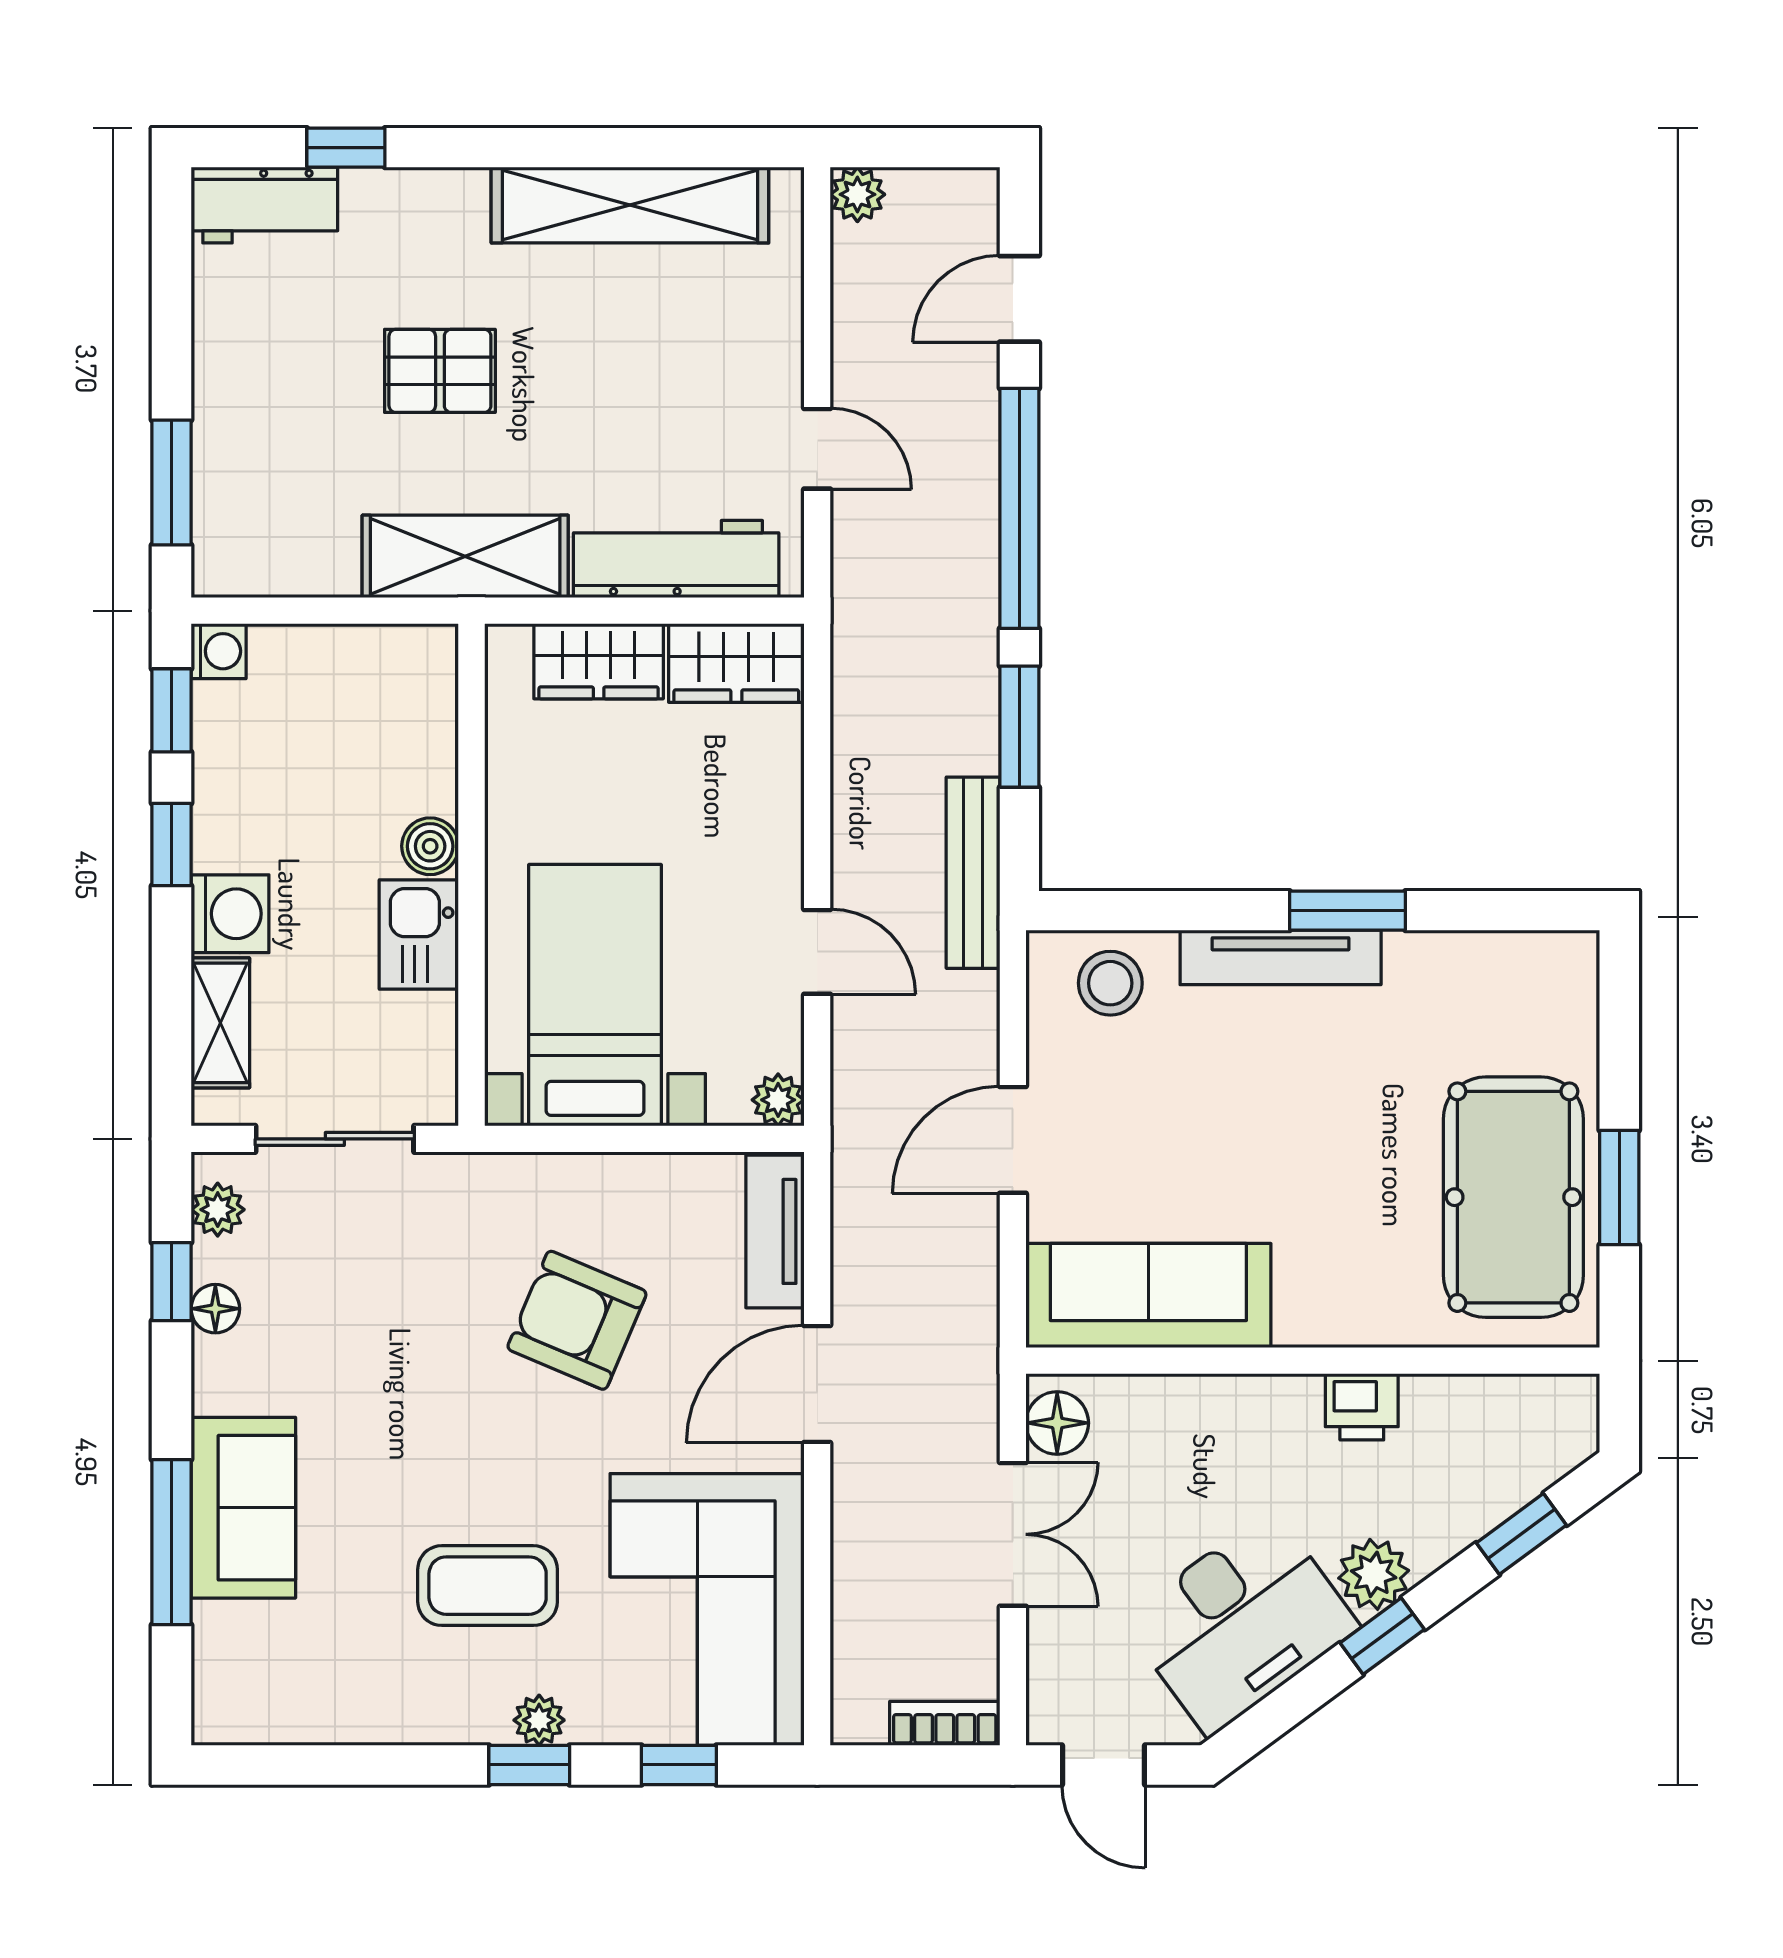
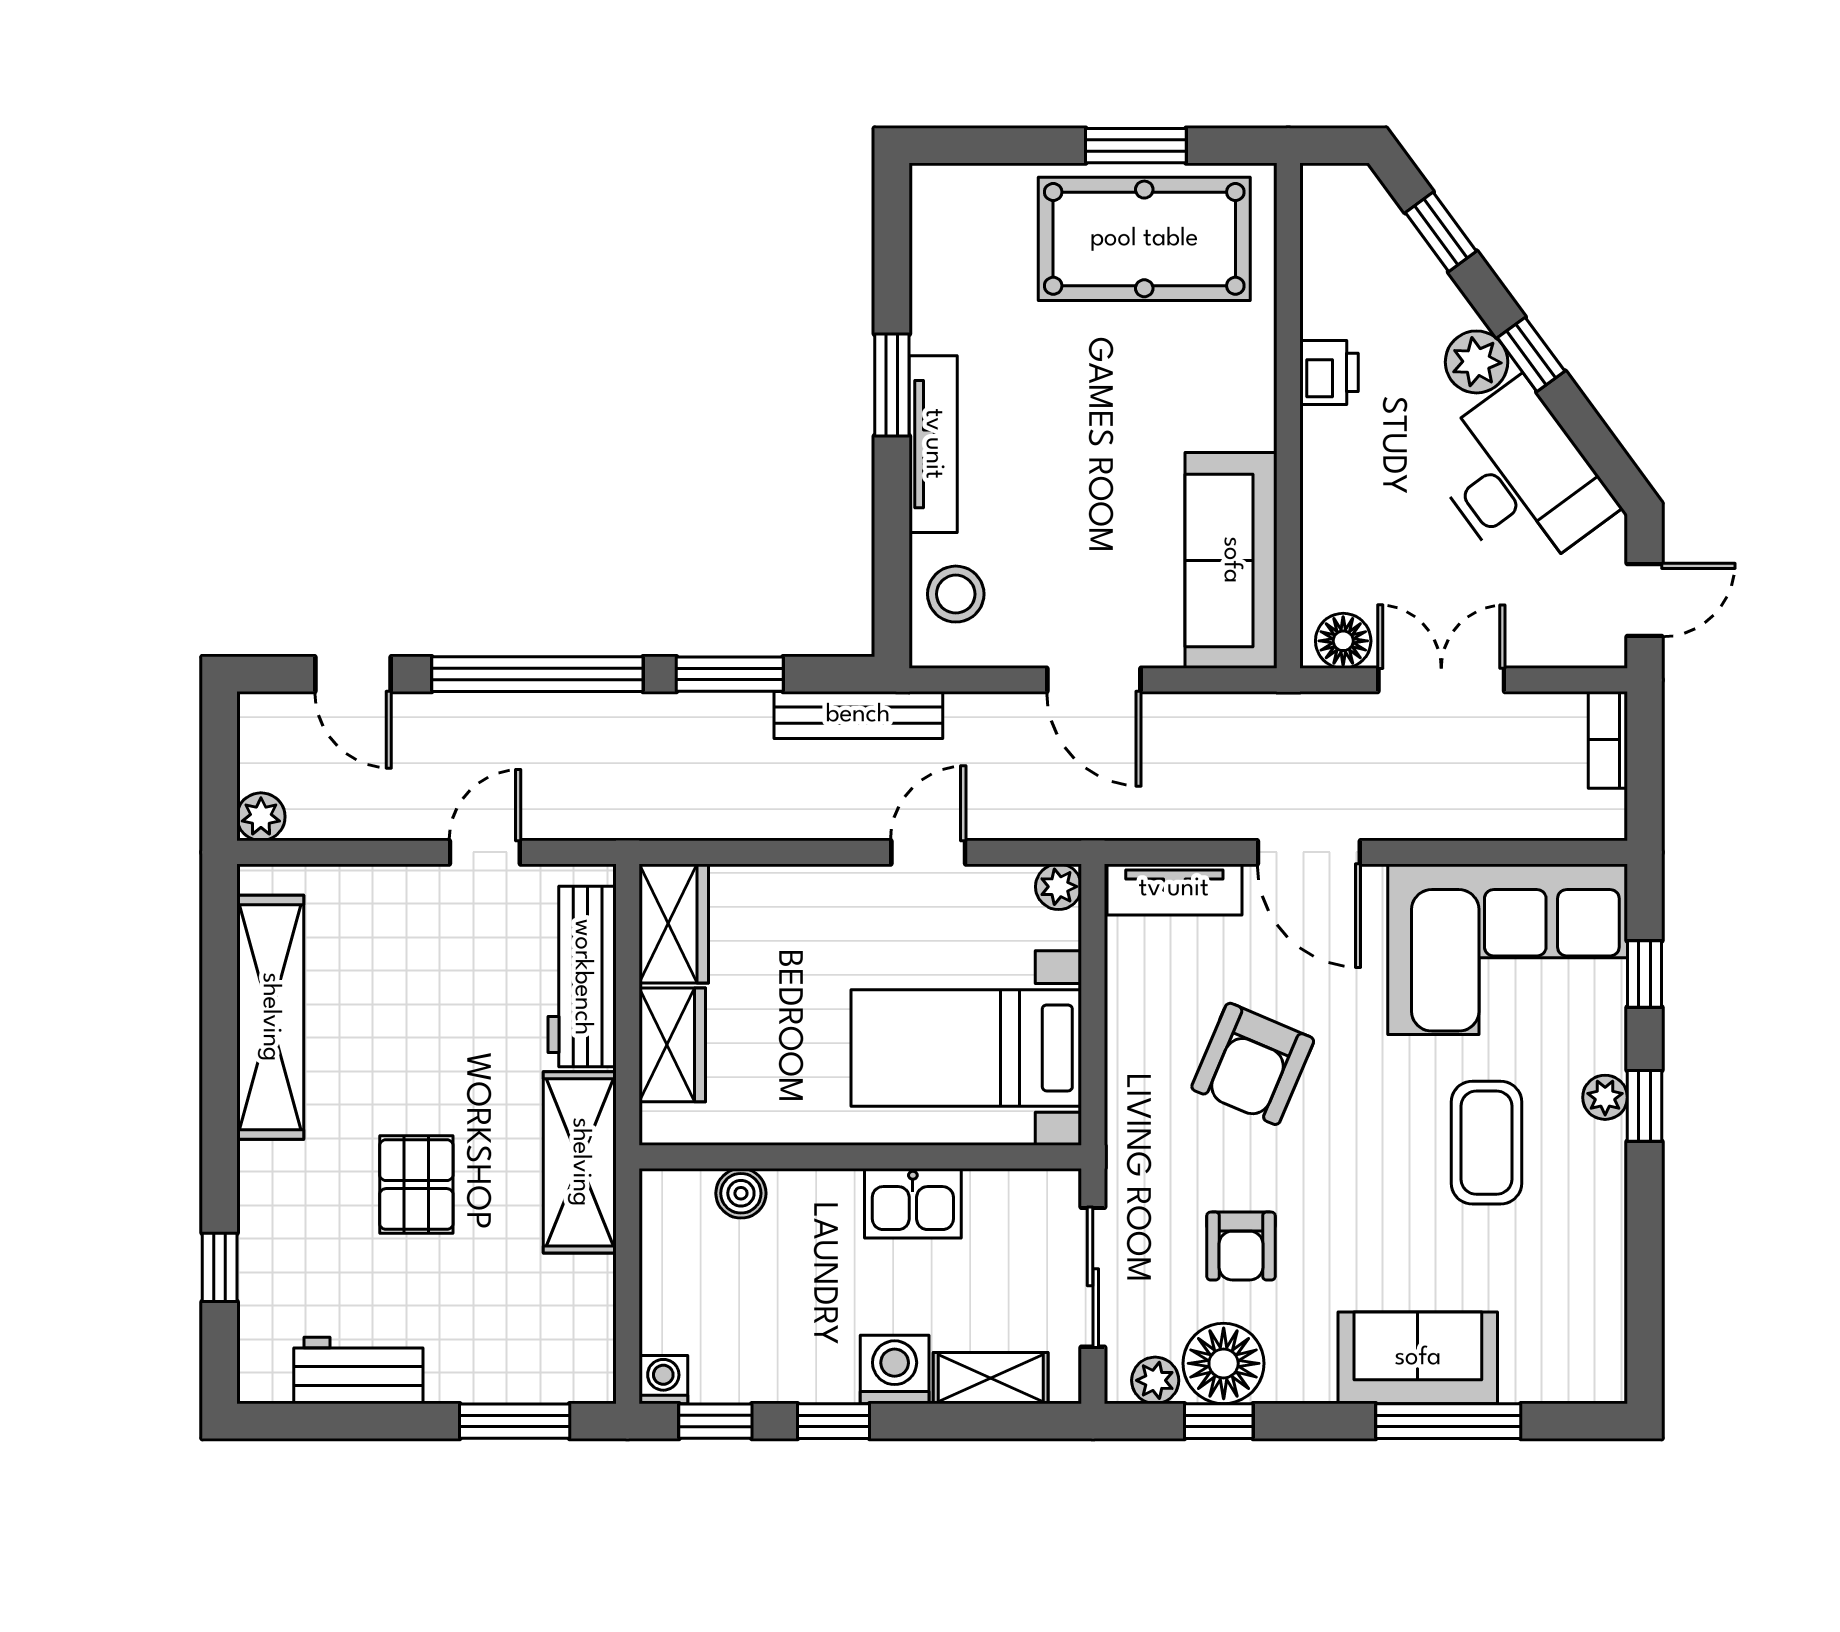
workbench: (264, 205) -> (358, 1370), moved, turned -90
boiler: (430, 846) -> (741, 1193), moved
armchair: (370, 1307) -> (1241, 1246), added
floor lamp: (215, 1309) -> (1224, 1363), width x1.89, depth x1.89

